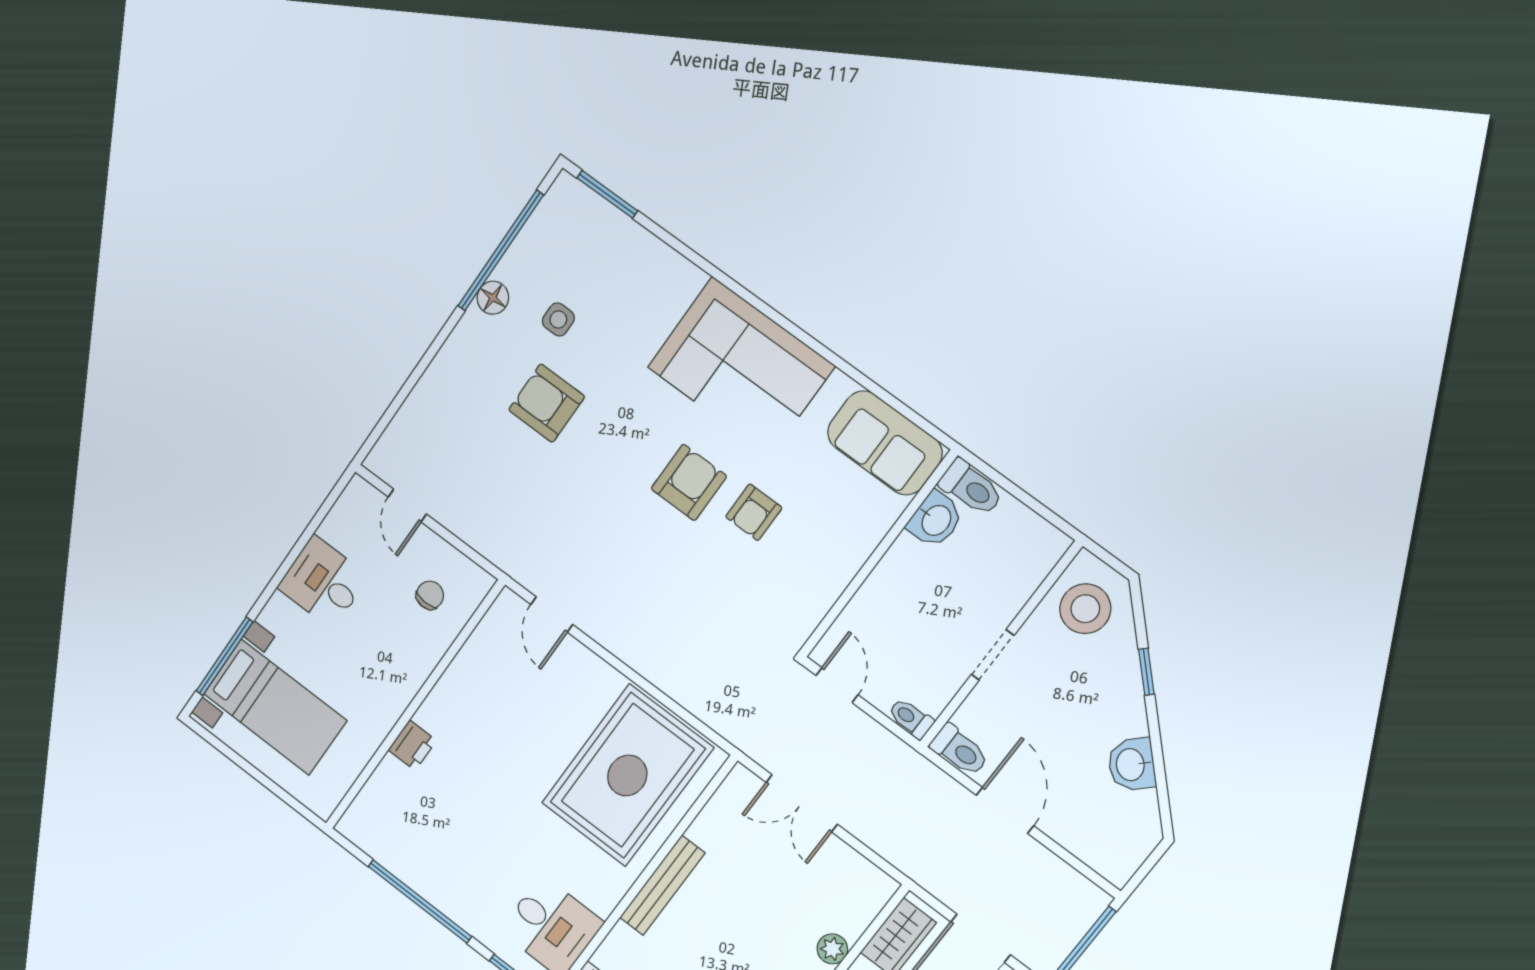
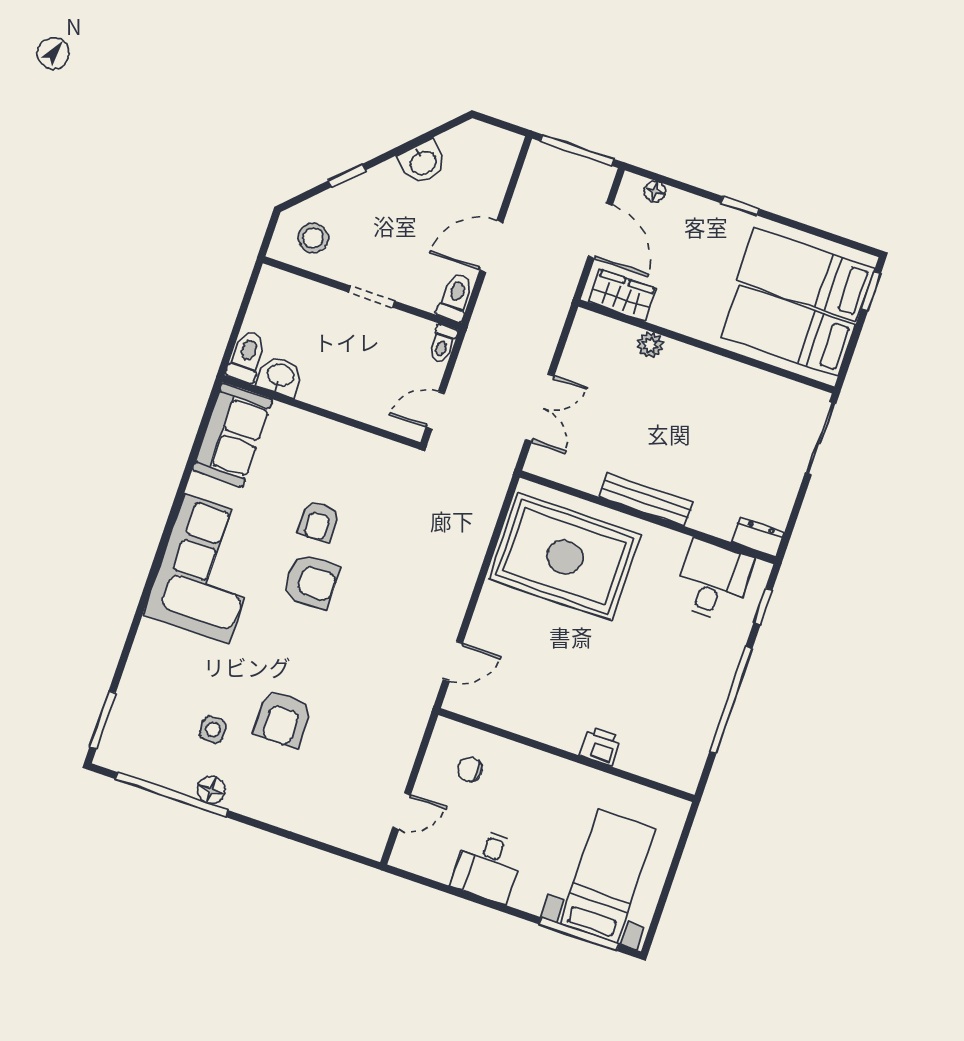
armchair: (689, 482) -> (311, 581), turned 180
armchair: (754, 512) -> (318, 521), turned 90
stool: (1085, 609) -> (313, 238), width x0.73, depth x0.73

